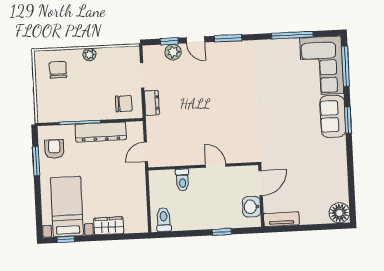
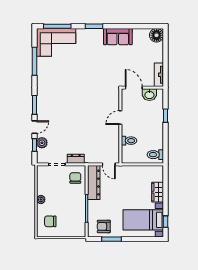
sofa: (333, 116) -> (118, 37), moved
dresser: (101, 132) -> (94, 183), moved

